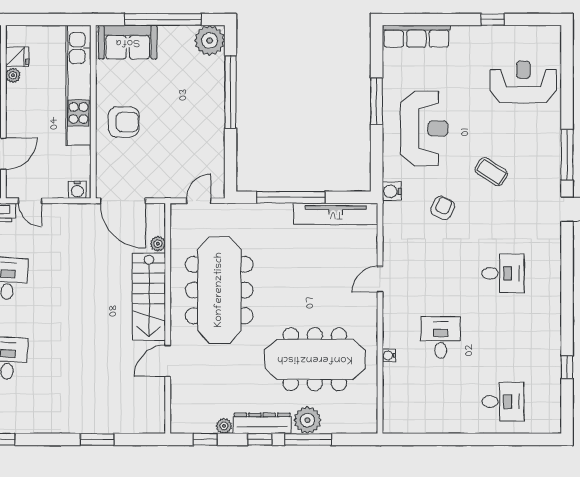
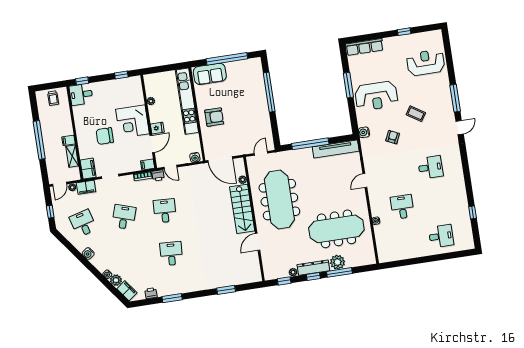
plant: (210, 40) -> (254, 66), removed
fridge: (17, 57) -> (157, 128), moved
reception desk: (424, 128) -> (376, 96), turned 90

